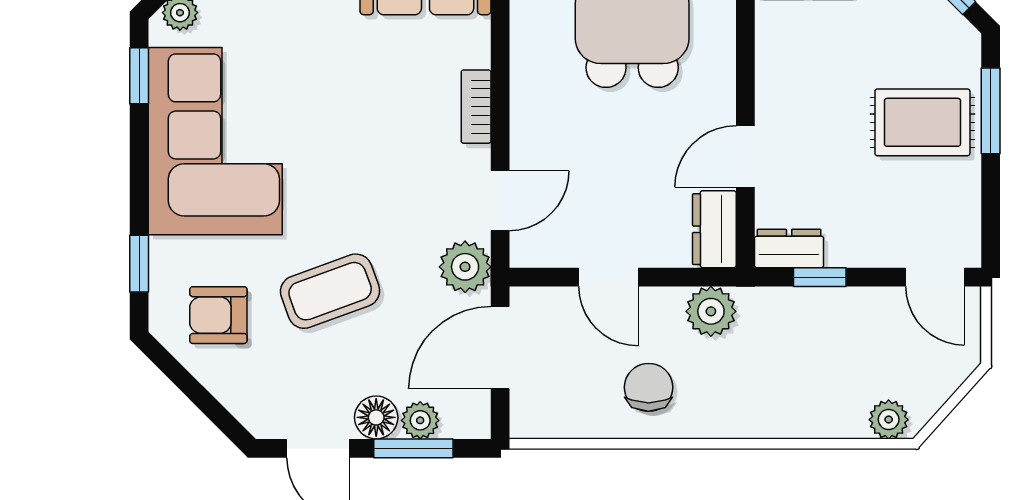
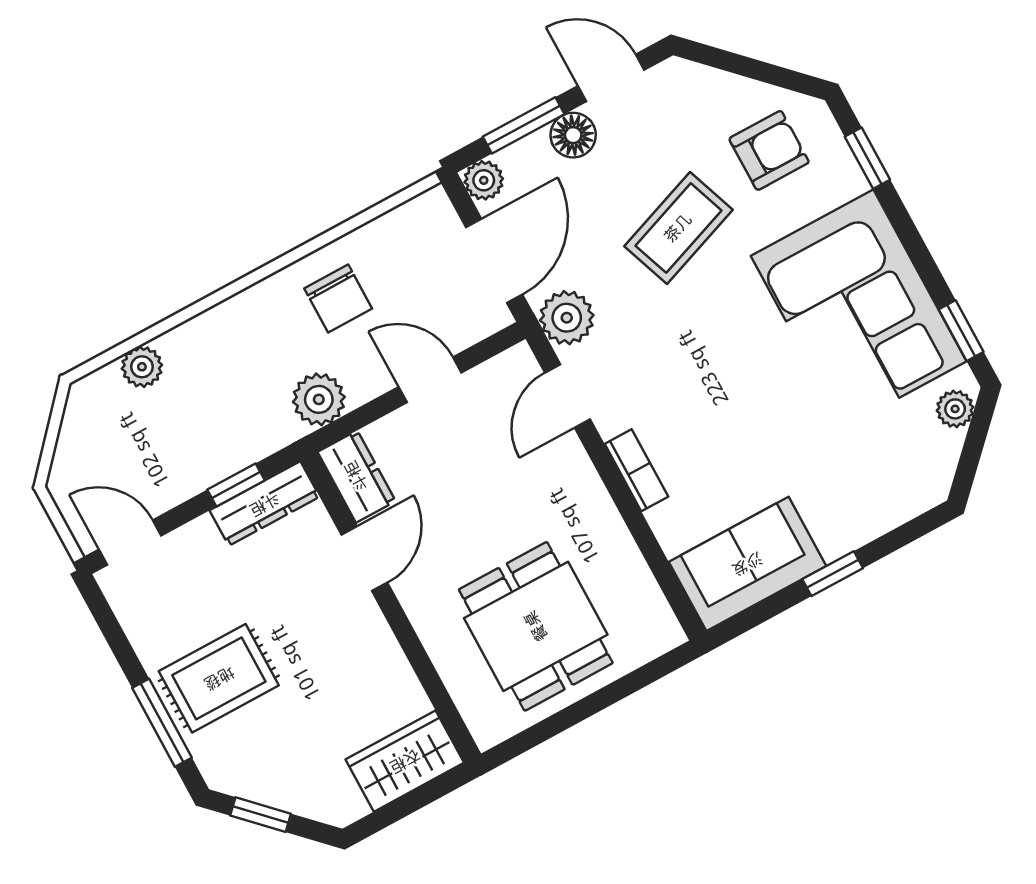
dresser: (789, 248) -> (265, 504), width x1.44
plant: (420, 420) -> (484, 180), moved
plant: (889, 420) -> (142, 367), moved

